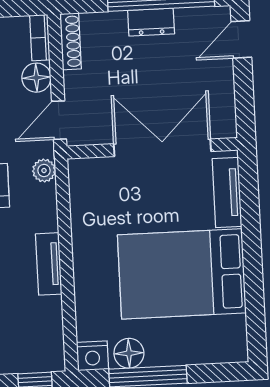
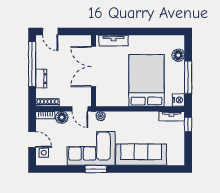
dresser: (151, 22) -> (41, 79), moved
tv unit: (49, 264) -> (172, 116), moved
bed: (182, 274) -> (146, 80), moved, turned 180
floor lamp: (129, 353) -> (178, 55), moved

